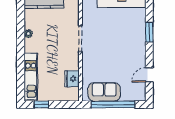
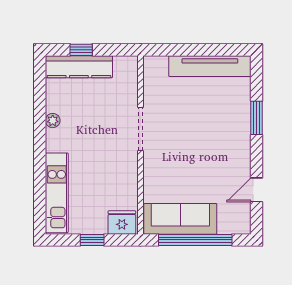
fridge: (72, 79) -> (122, 222), moved, turned 90
sofa: (104, 92) -> (180, 219), width x1.36
window: (41, 105) -> (92, 240), moved

